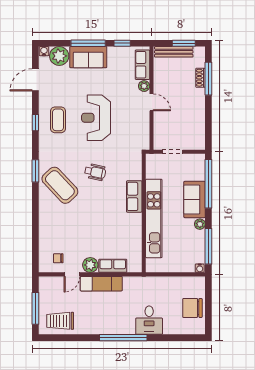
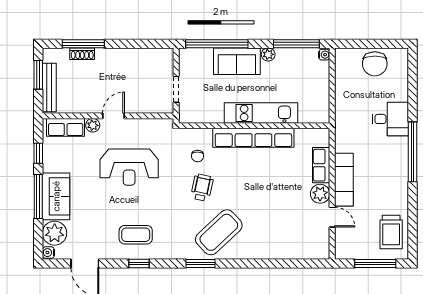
reception desk: (96, 118) -> (129, 167), moved
row of seats: (134, 196) -> (253, 138), width x2.02
kitchen unit: (154, 218) -> (261, 113), width x0.73
chair: (58, 258) -> (198, 156), moved

